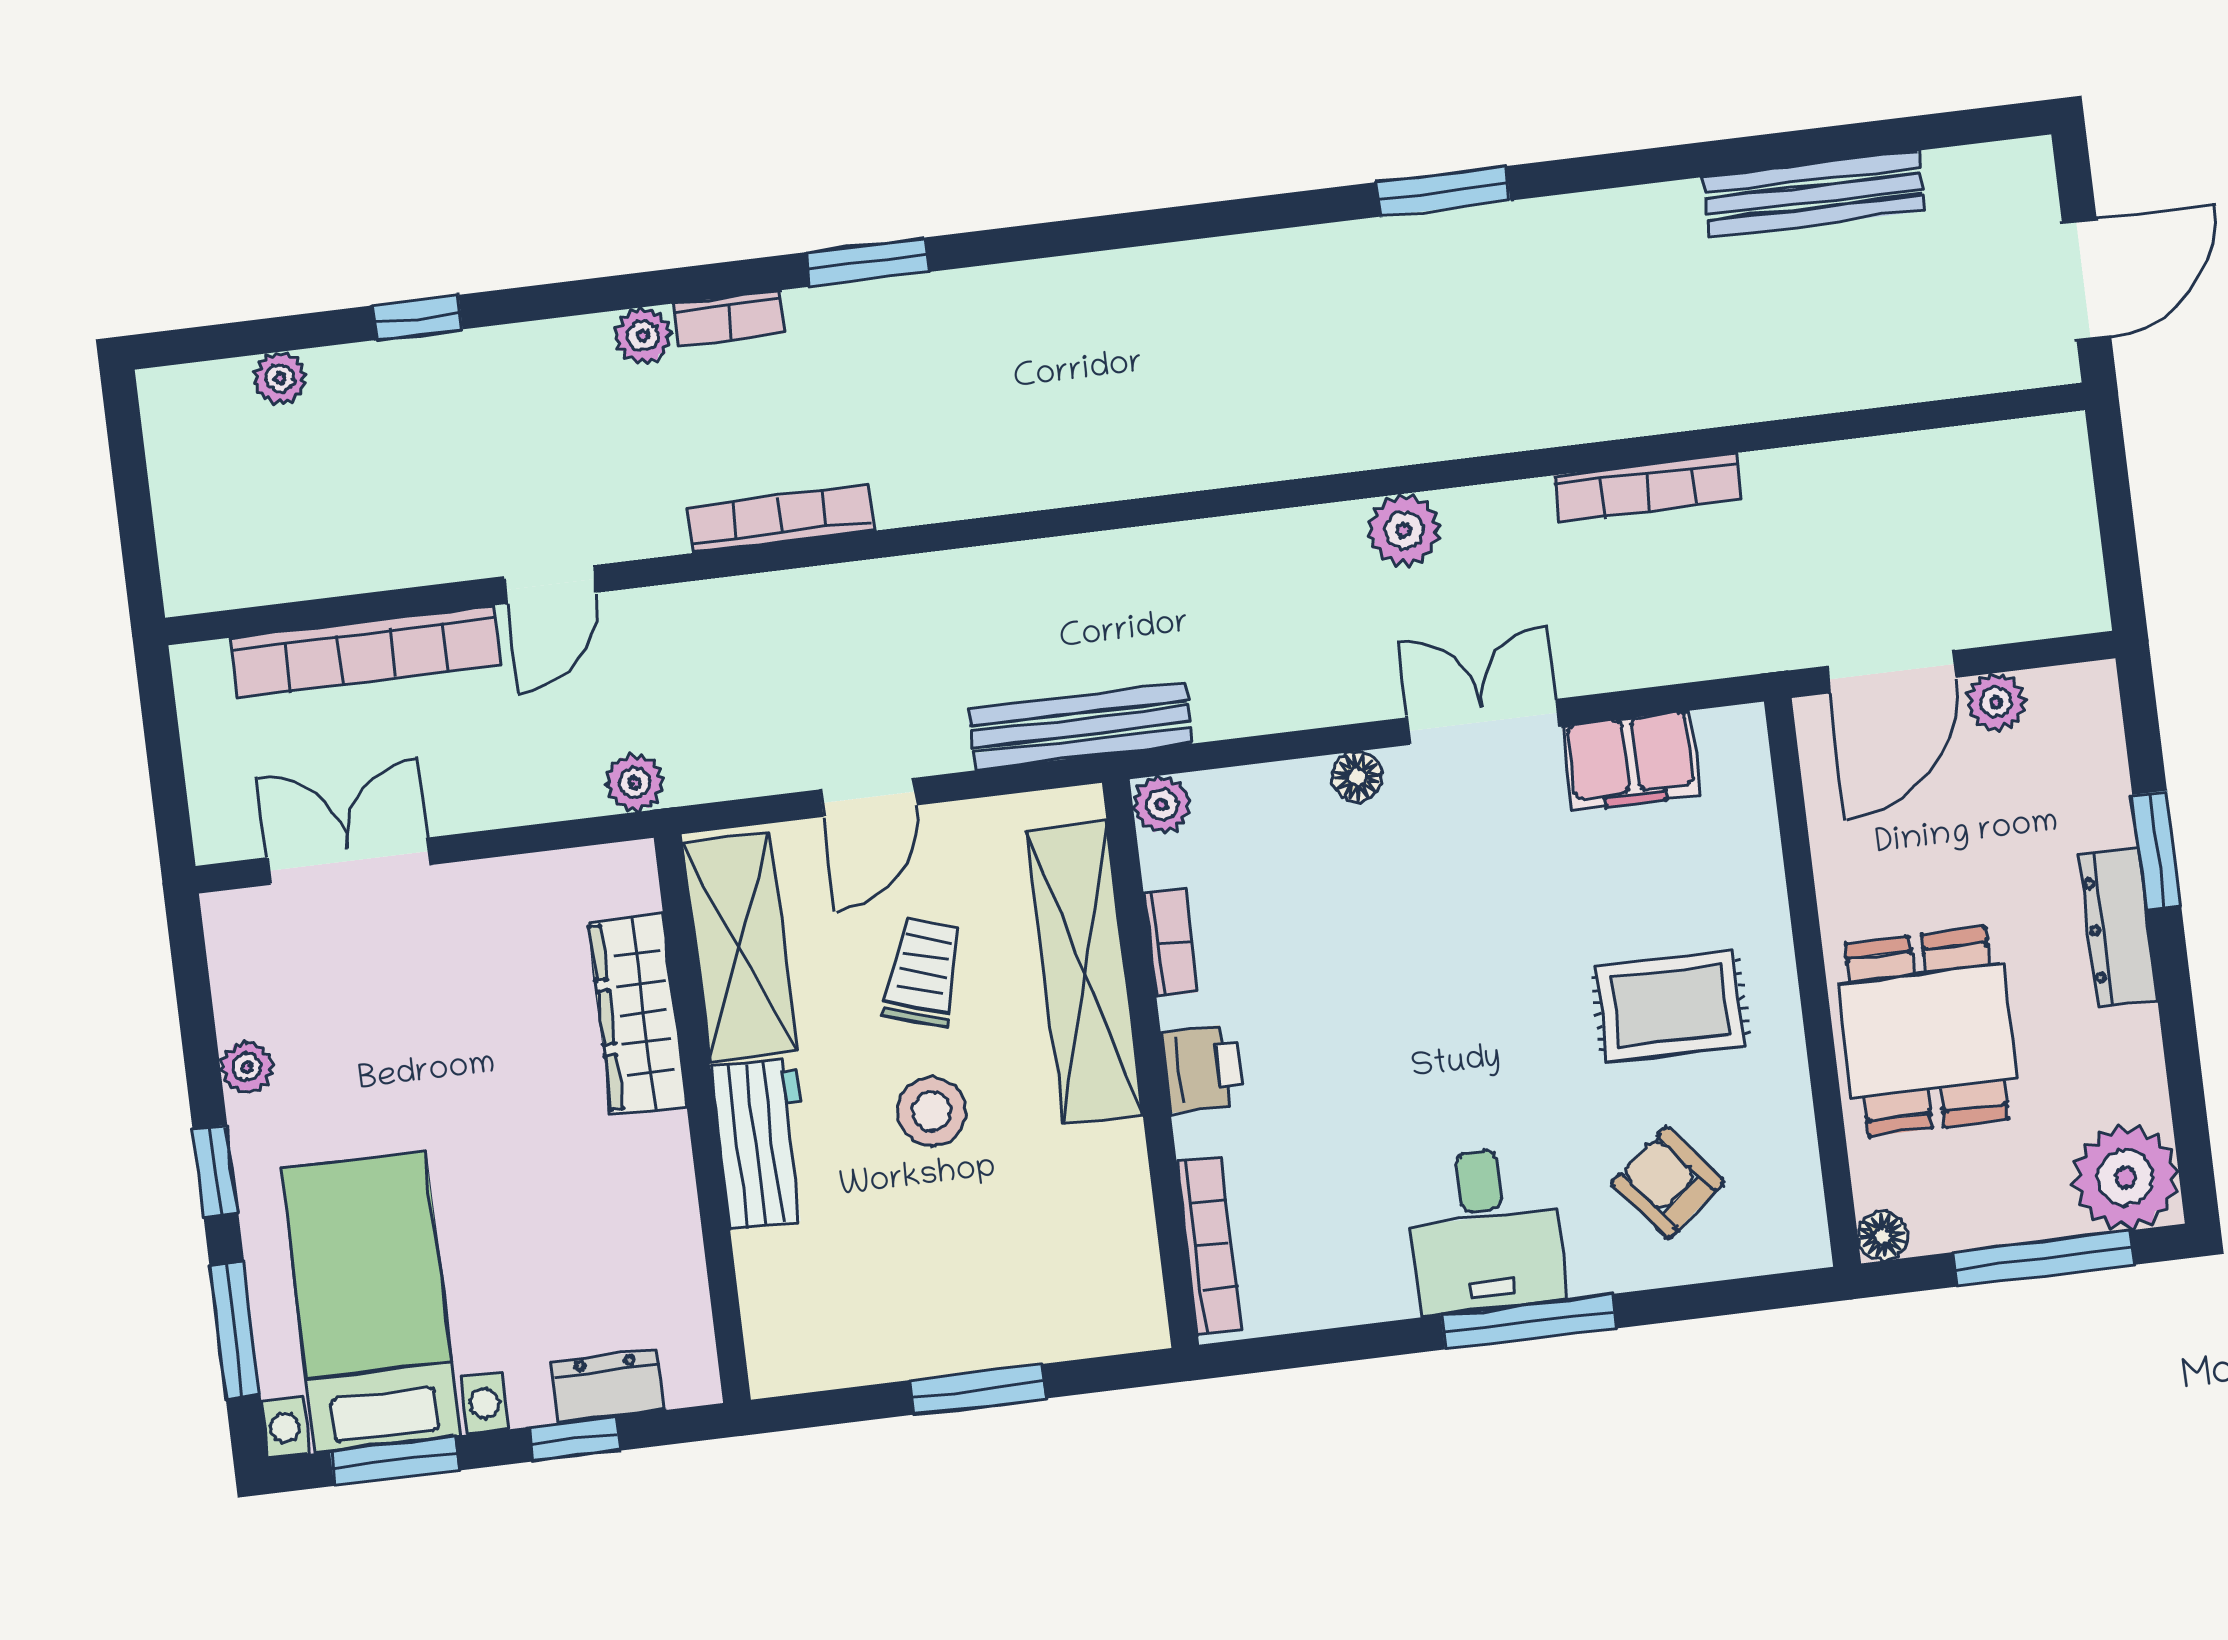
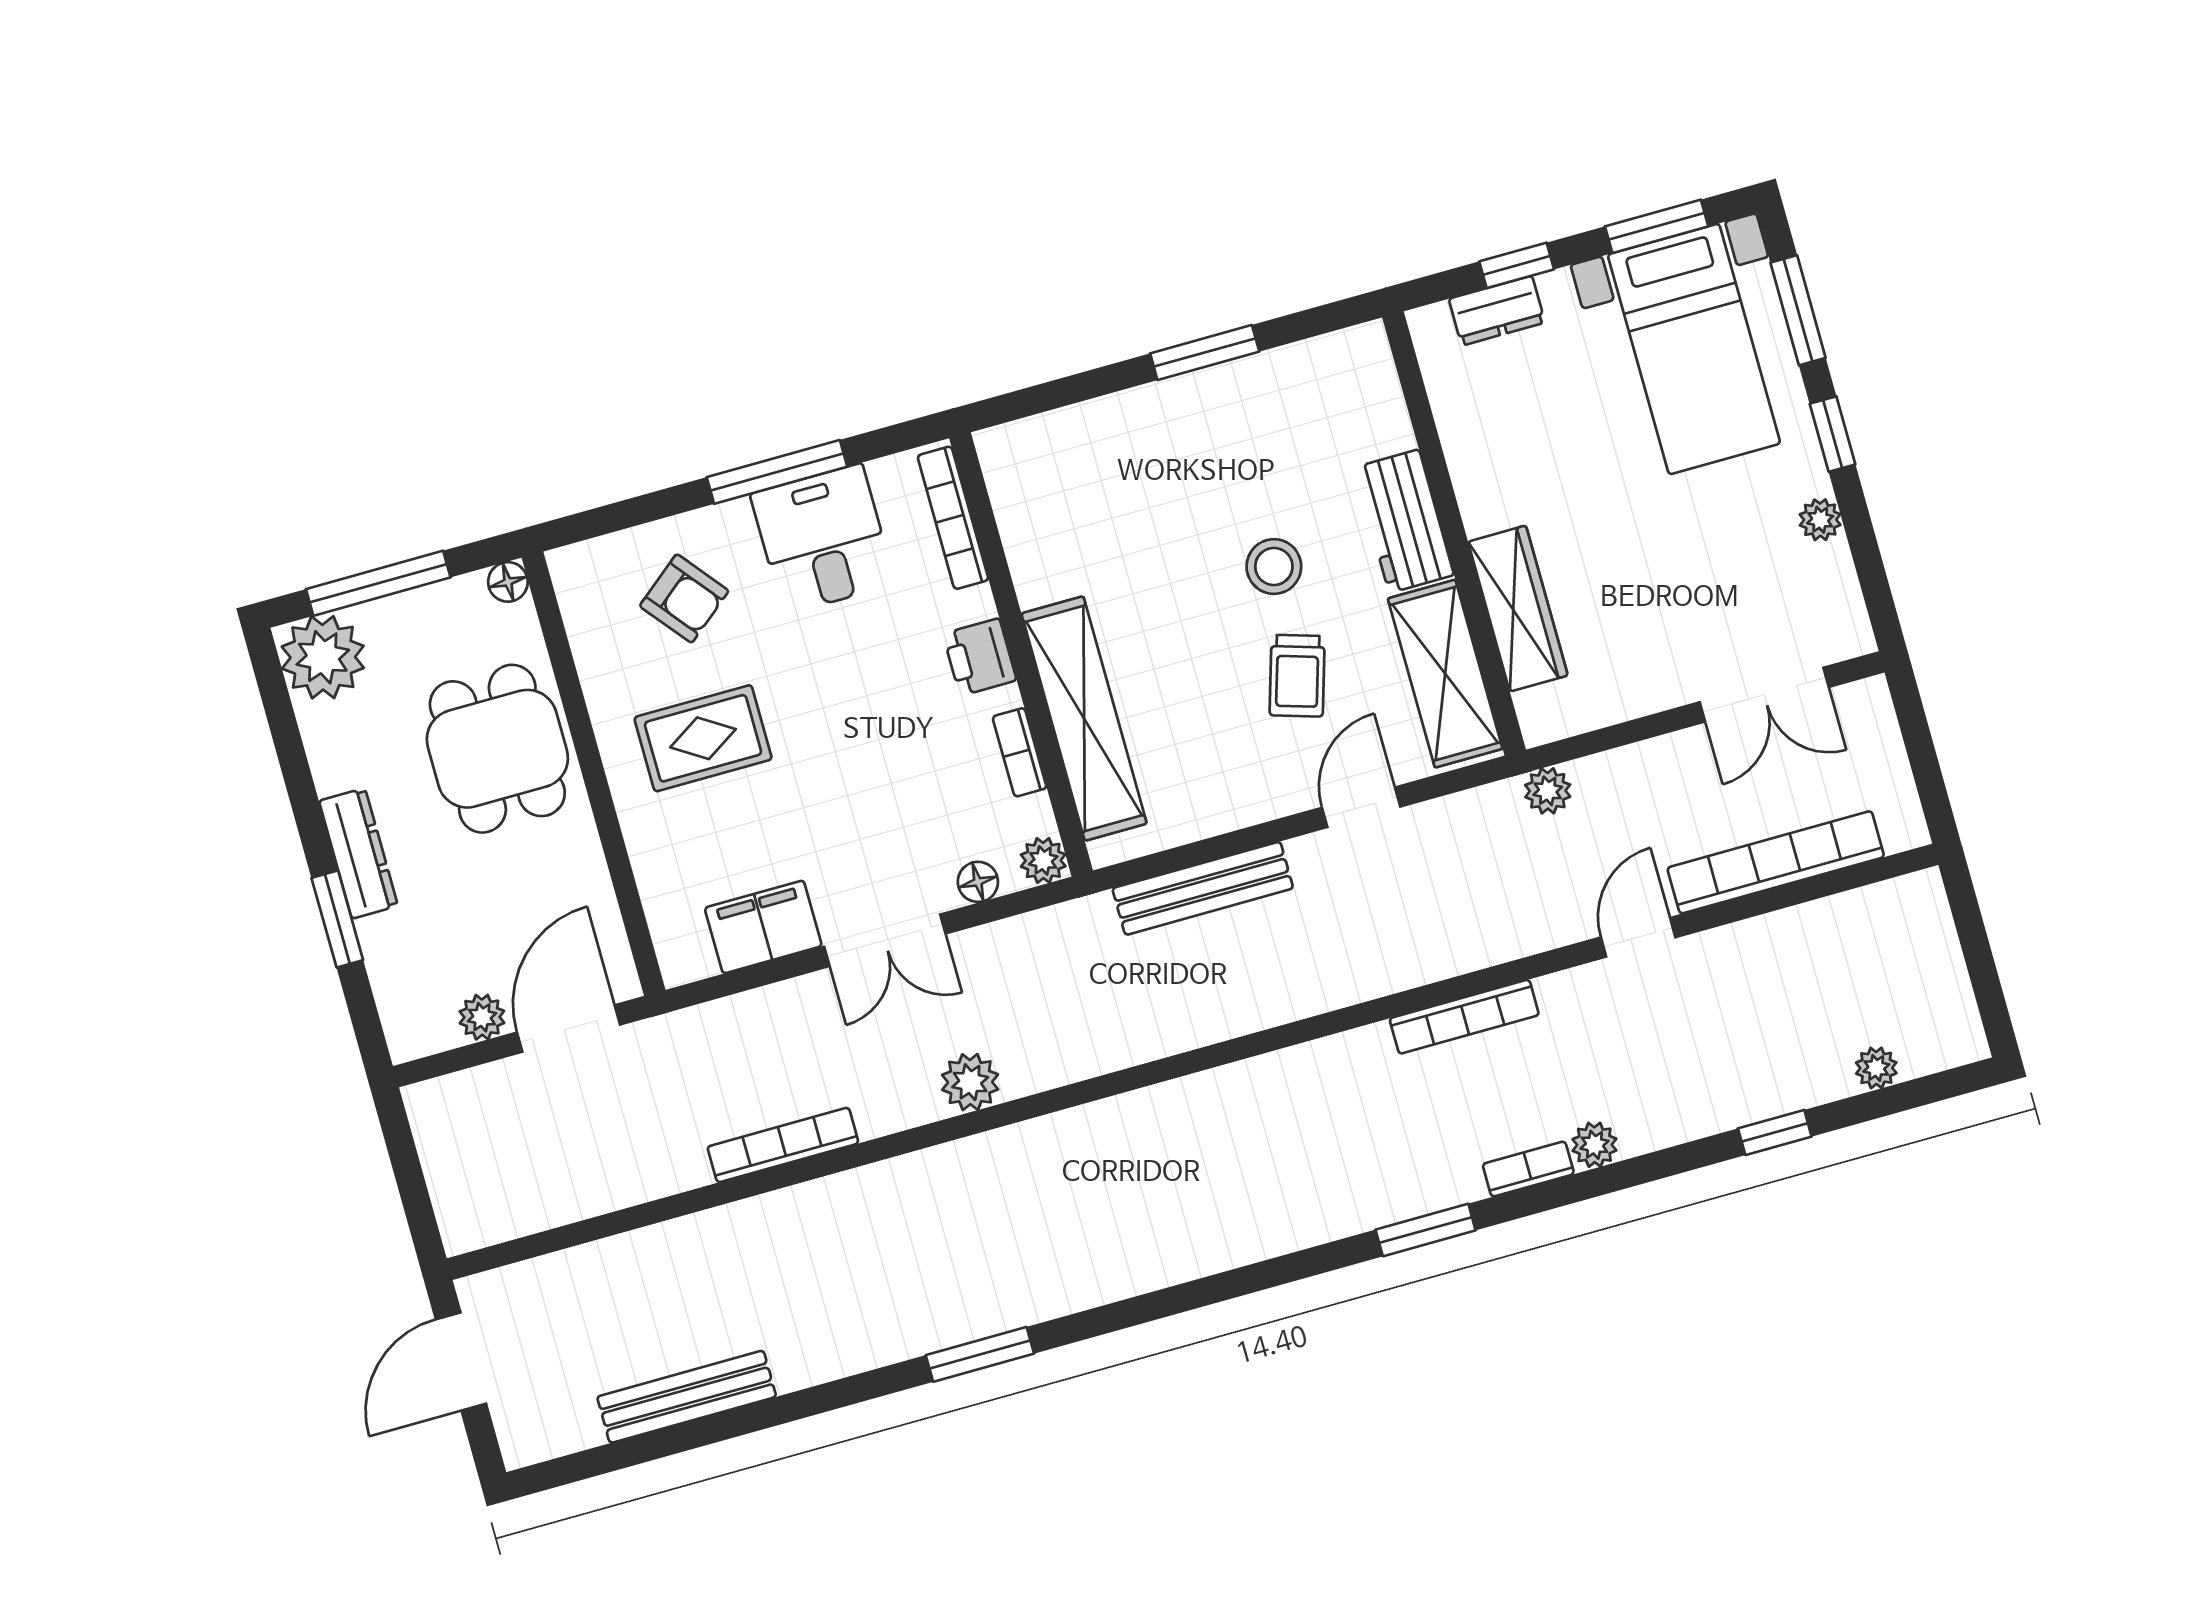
plant: (1162, 804) -> (1043, 860), moved
bookcase: (1171, 943) -> (1020, 752), moved
shelving: (1085, 973) -> (1084, 718), moved
wall: (1151, 1064) -> (1021, 654), moved
printer: (1202, 1068) -> (980, 657), moved
bookcase: (1209, 1245) -> (953, 518), moved

